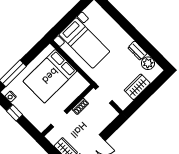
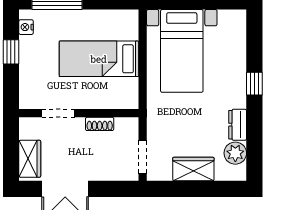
window: (128, 27) -> (254, 84), added
bed: (50, 76) -> (99, 59), width x0.67
doorway: (104, 95) -> (143, 157), moved

